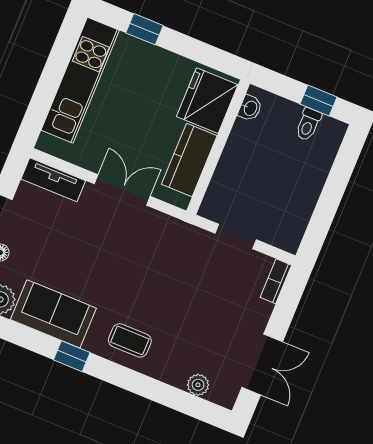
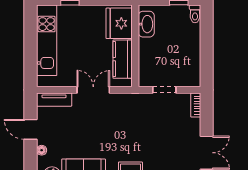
washbasin: (250, 108) -> (146, 24), width x1.91, depth x1.45
toilet: (308, 124) -> (195, 14), moved

